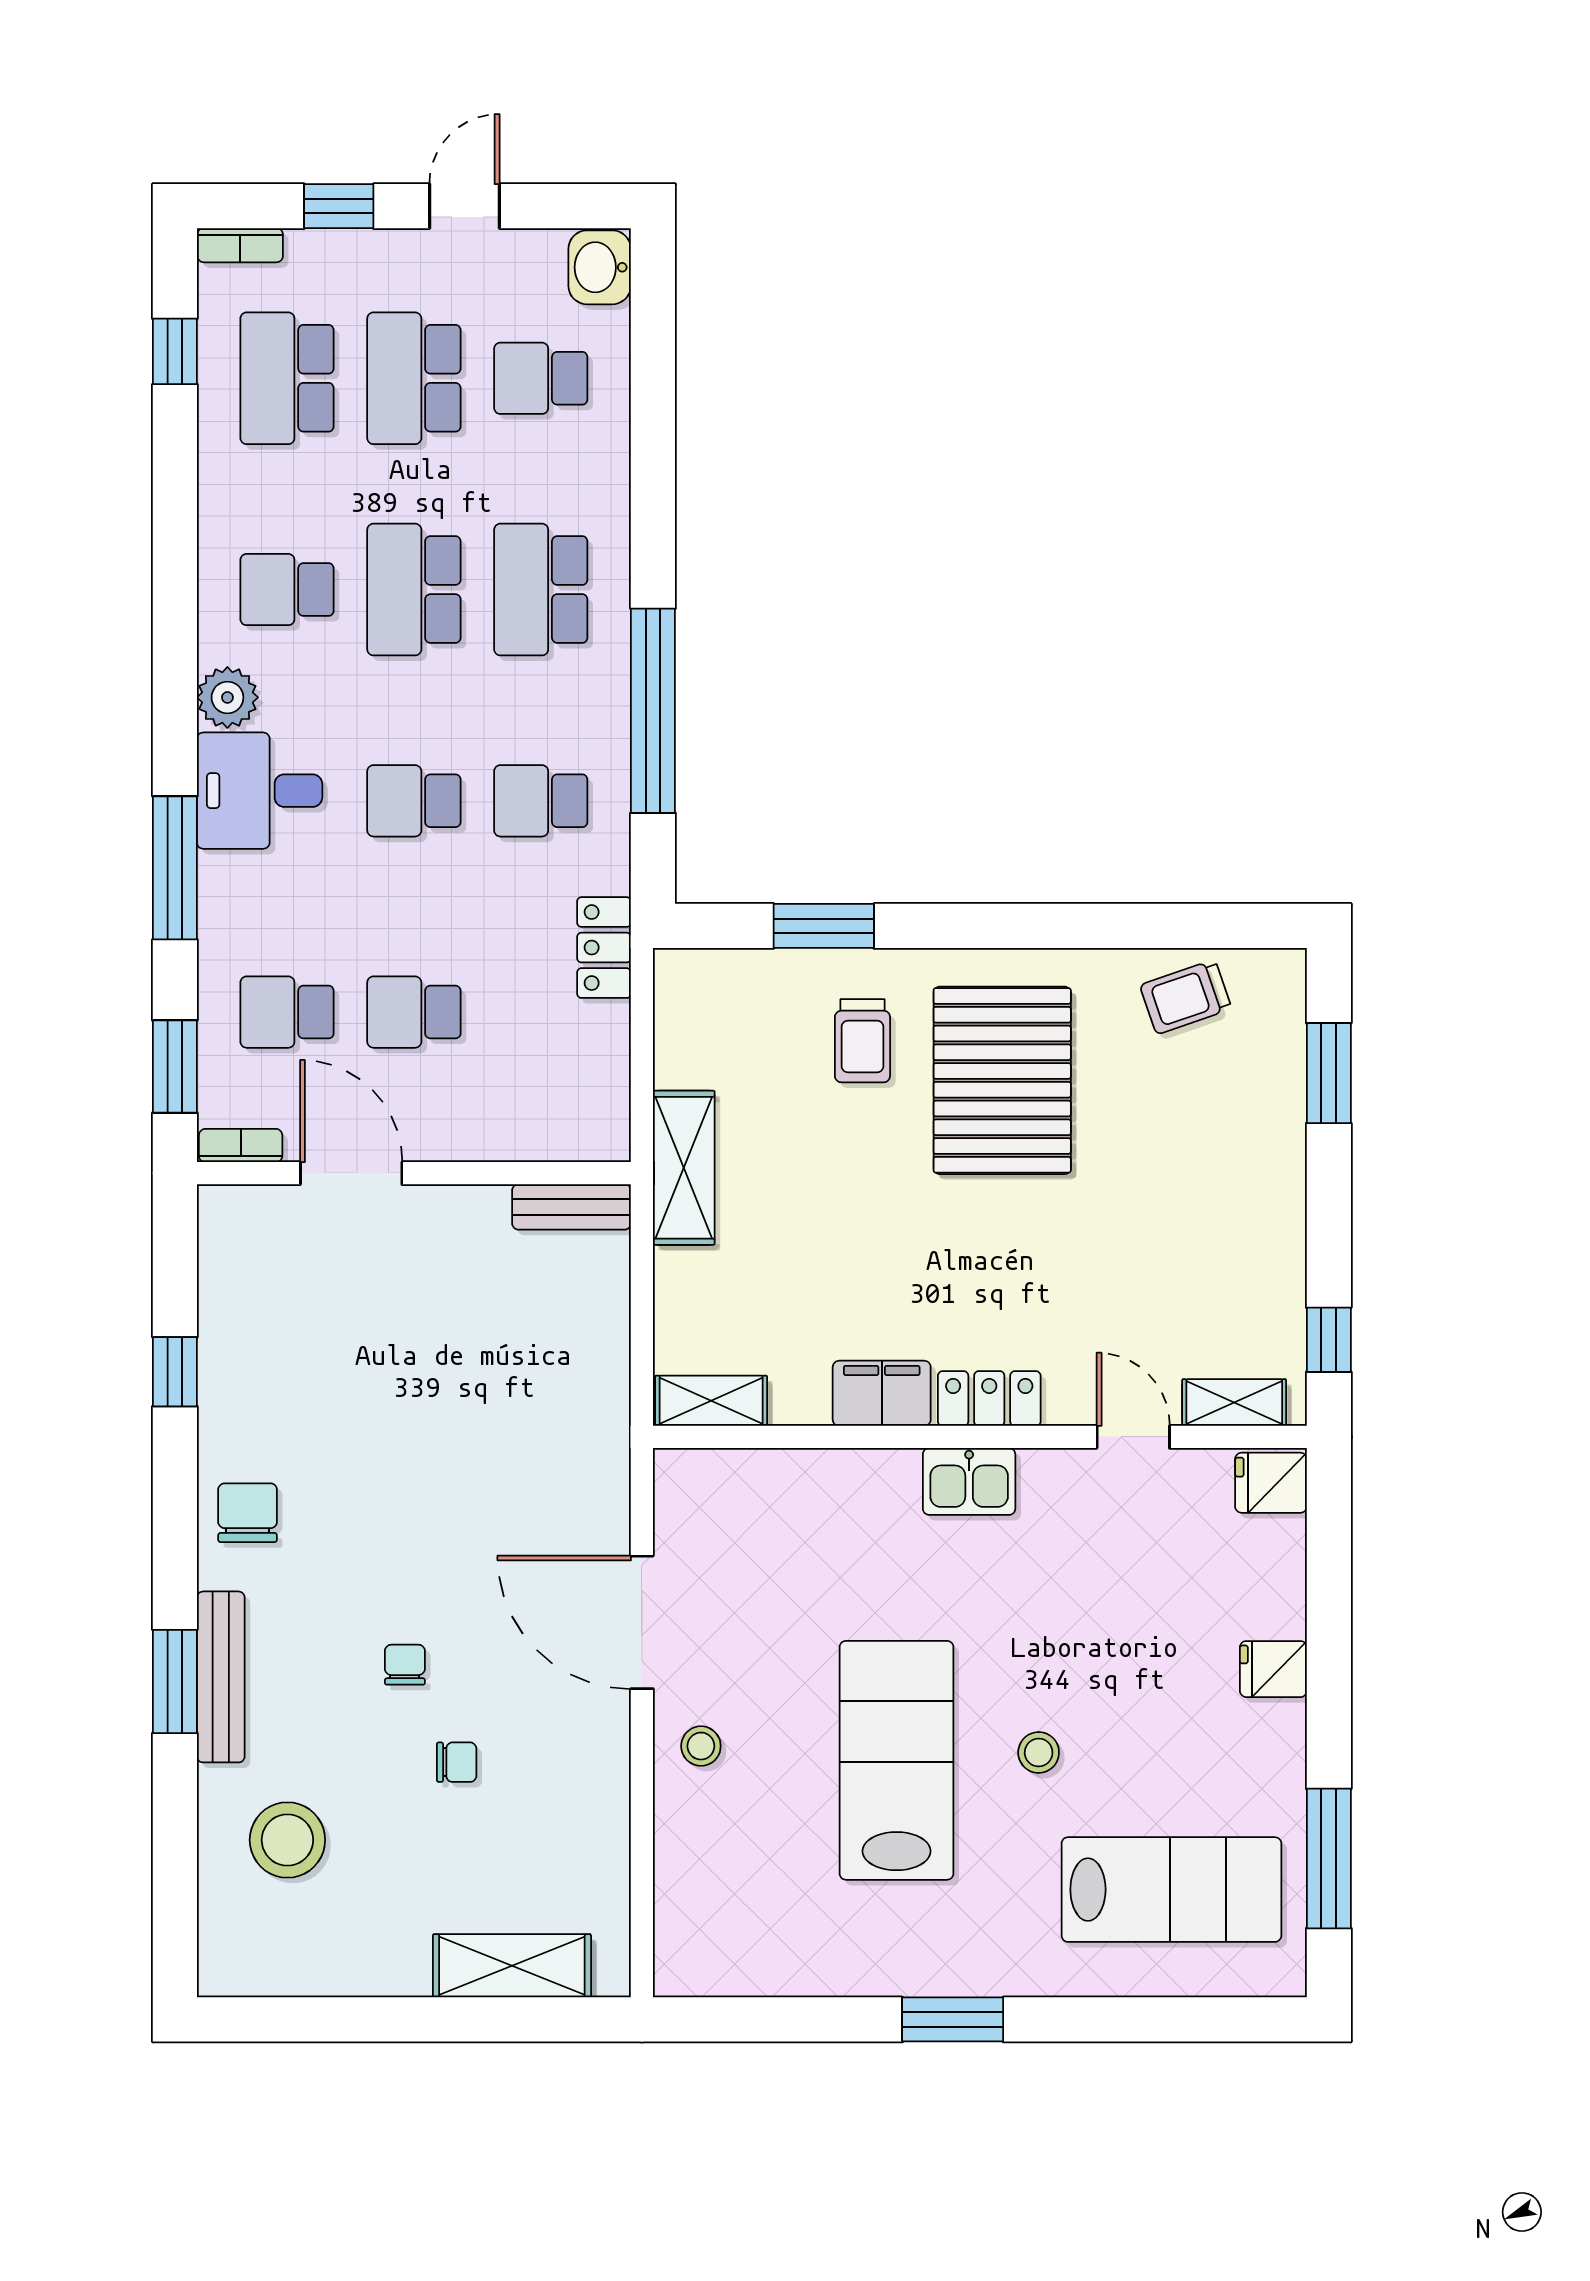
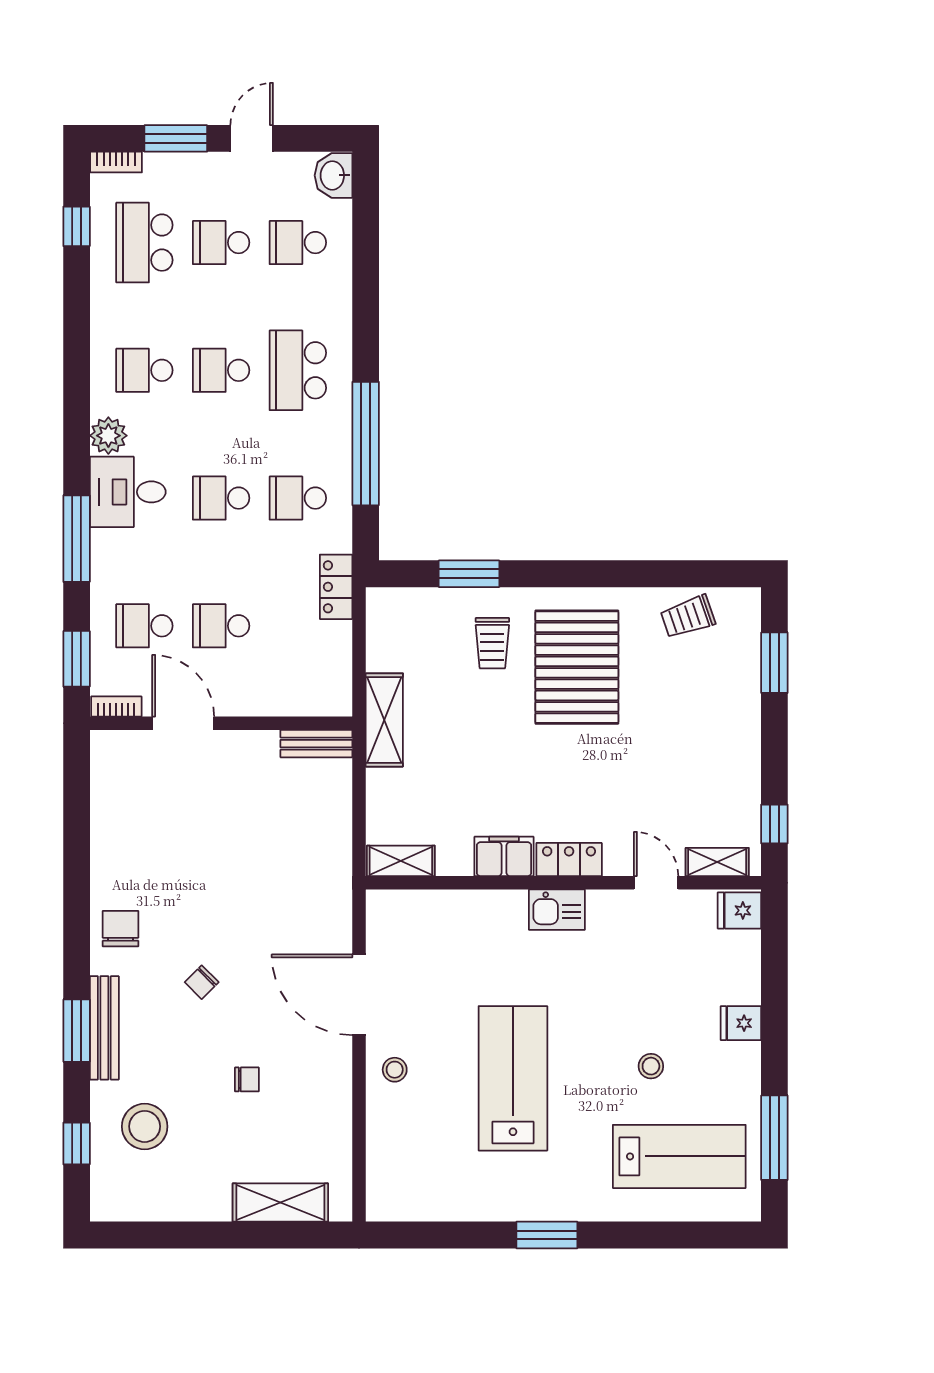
window: (339, 206) -> (176, 138), width x1.50
school desk: (414, 378) -> (221, 243), width x0.54
school desk: (414, 590) -> (221, 370), width x0.54
window: (175, 1372) -> (77, 1144), moved
chair: (405, 1665) -> (202, 982), moved, turned -135
stool: (1039, 1752) -> (651, 1066), moved

